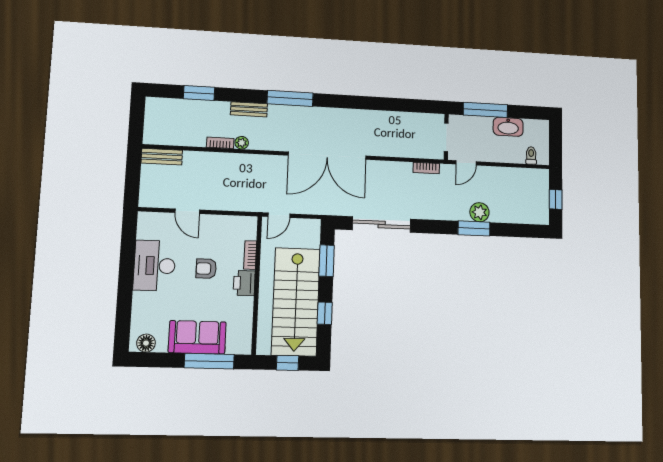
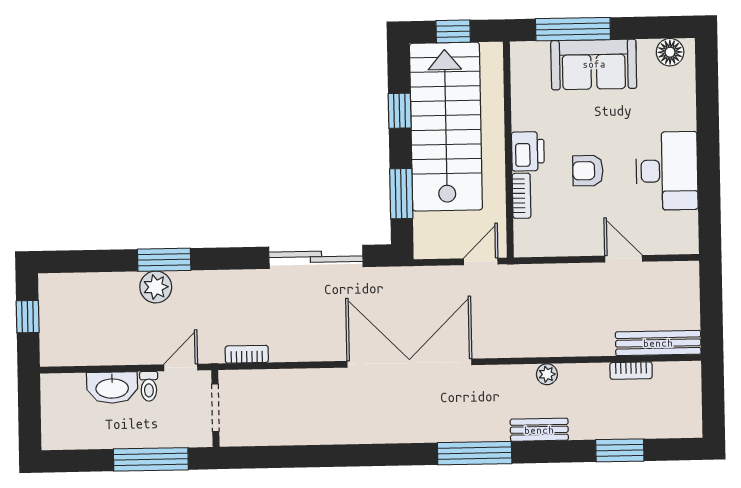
washbasin: (508, 127) -> (112, 388), moved, turned 180
bookcase: (220, 143) -> (631, 371), moved
toilet: (531, 155) -> (149, 386), moved
bench: (162, 157) -> (658, 343), width x1.36
armchair: (206, 269) -> (588, 171), turned 180

